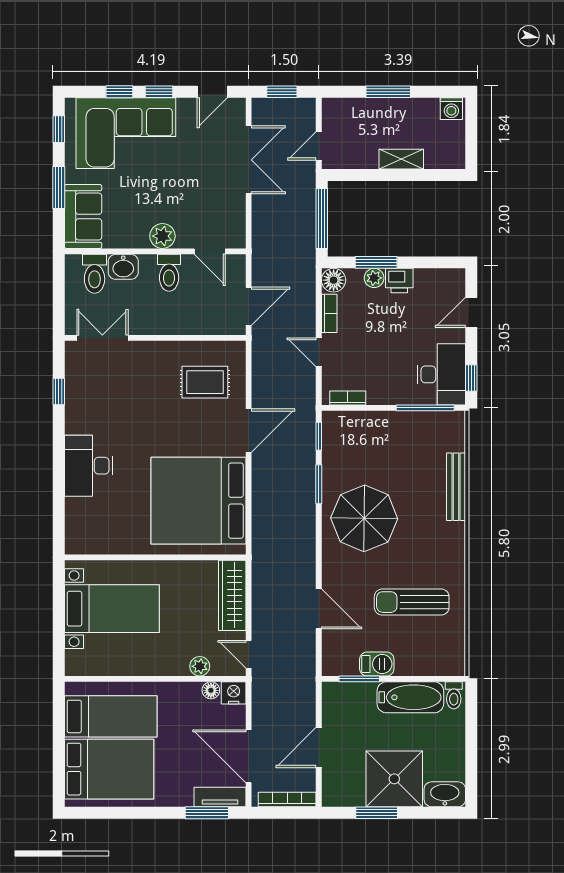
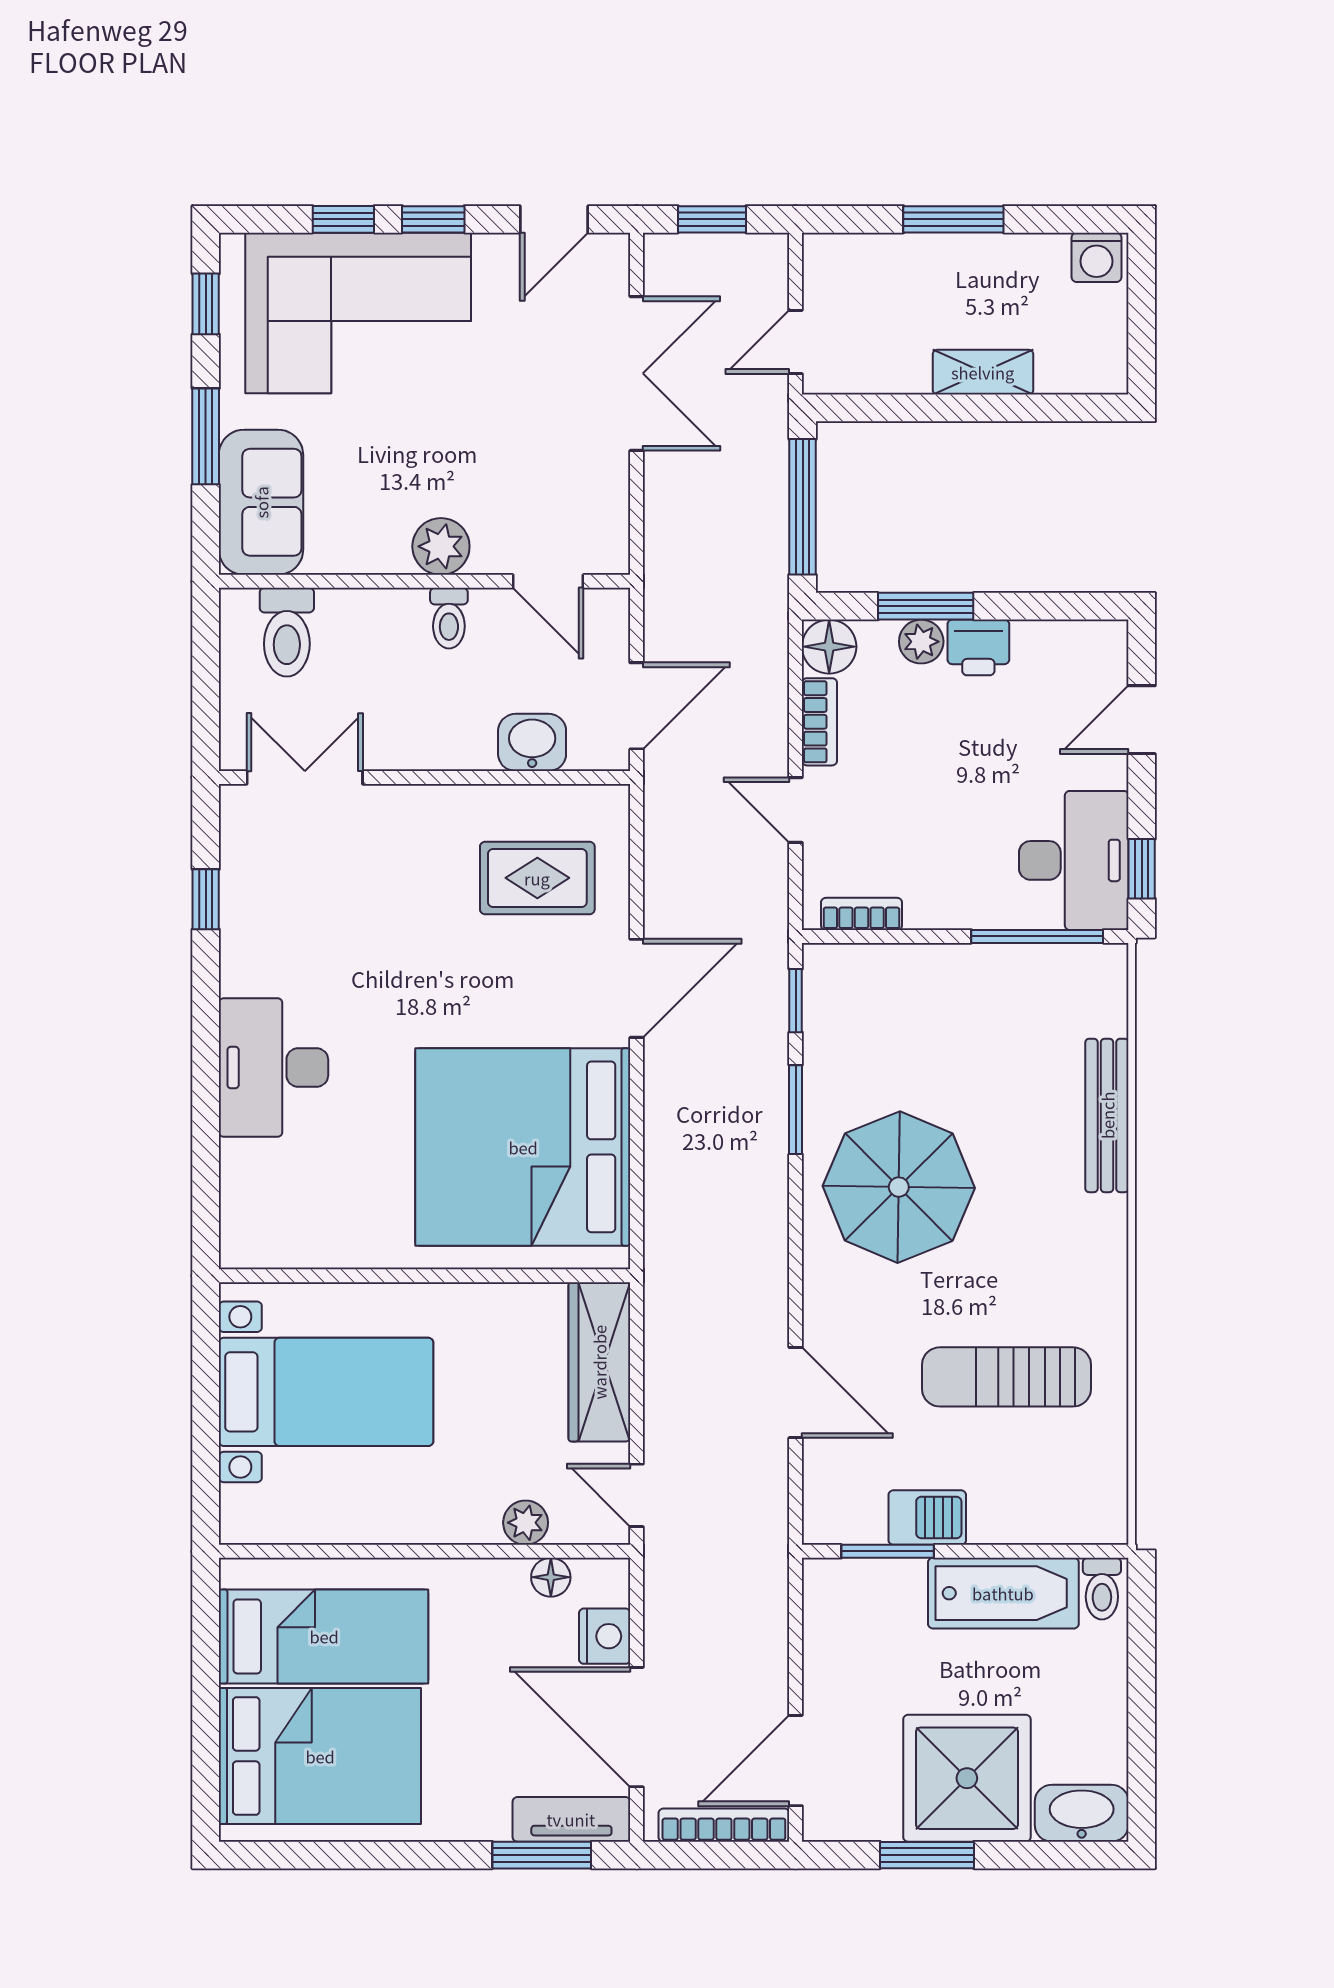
washbasin: (123, 267) -> (532, 742), moved, turned 180
toilet: (169, 273) -> (449, 618), width x0.73, depth x0.72
nightstand: (234, 693) -> (605, 1636), moved, turned 90
door: (319, 747) -> (796, 1761), moved

